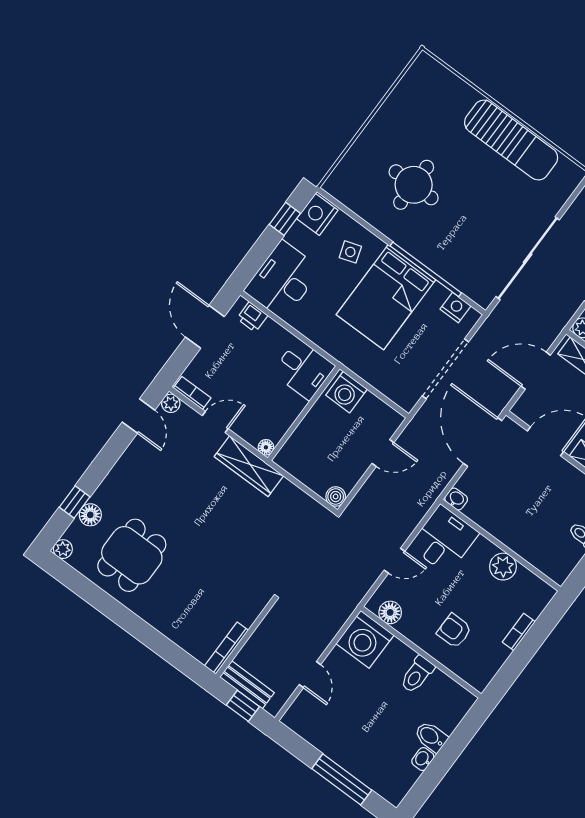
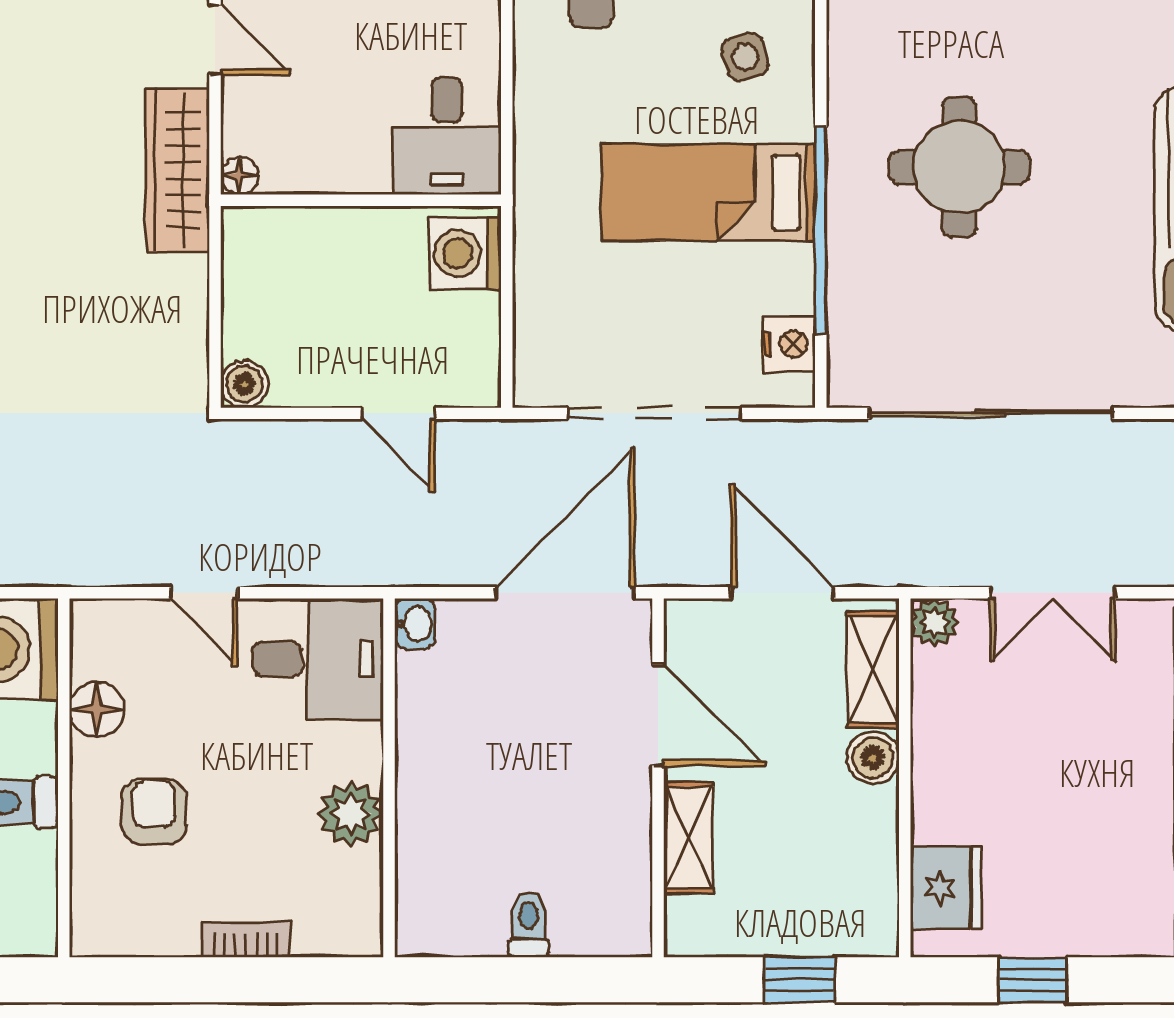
round table: (414, 185) -> (959, 167), moved
bed: (386, 297) -> (708, 192), width x0.67
floor lamp: (390, 612) -> (97, 709), moved

